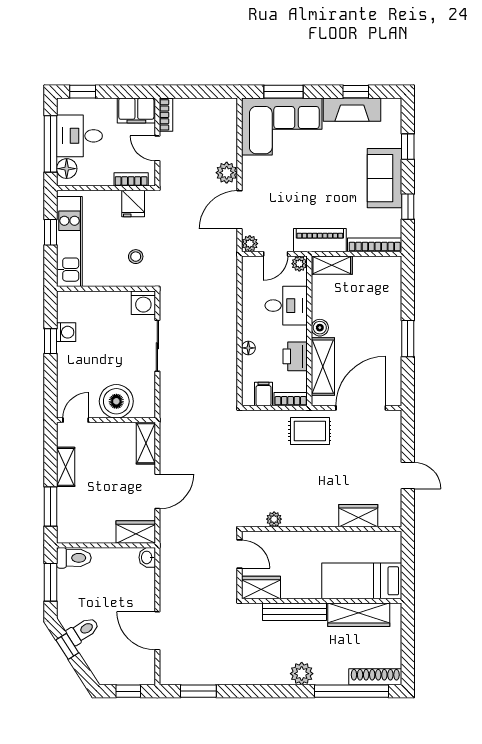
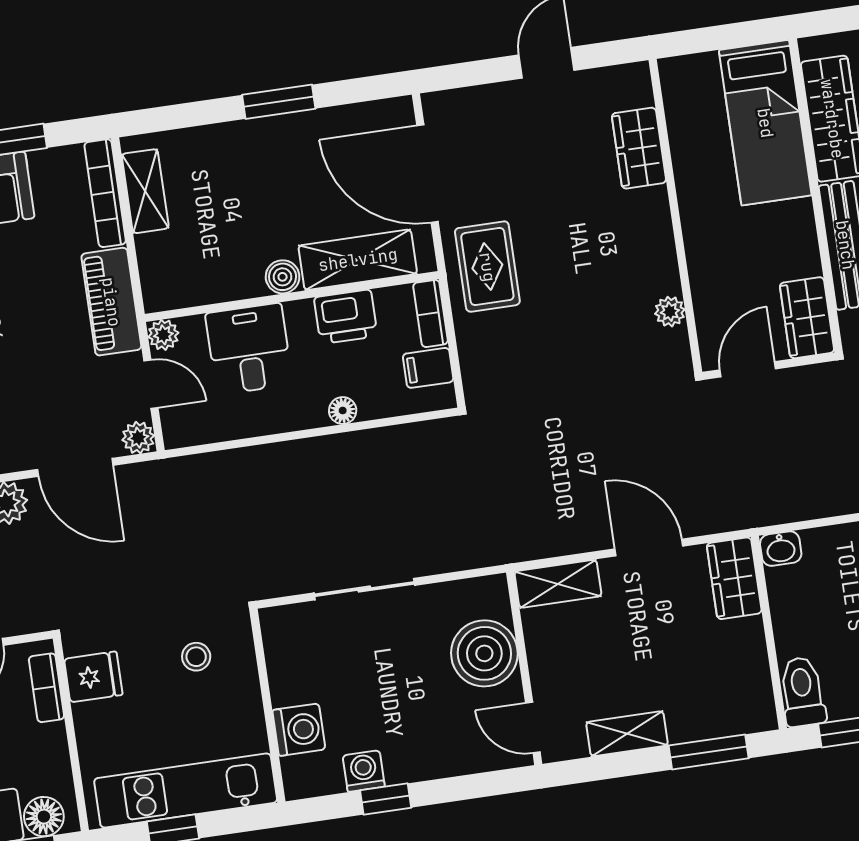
shelving: (332, 265) -> (145, 191), moved
washing machine: (143, 303) -> (299, 730), moved

